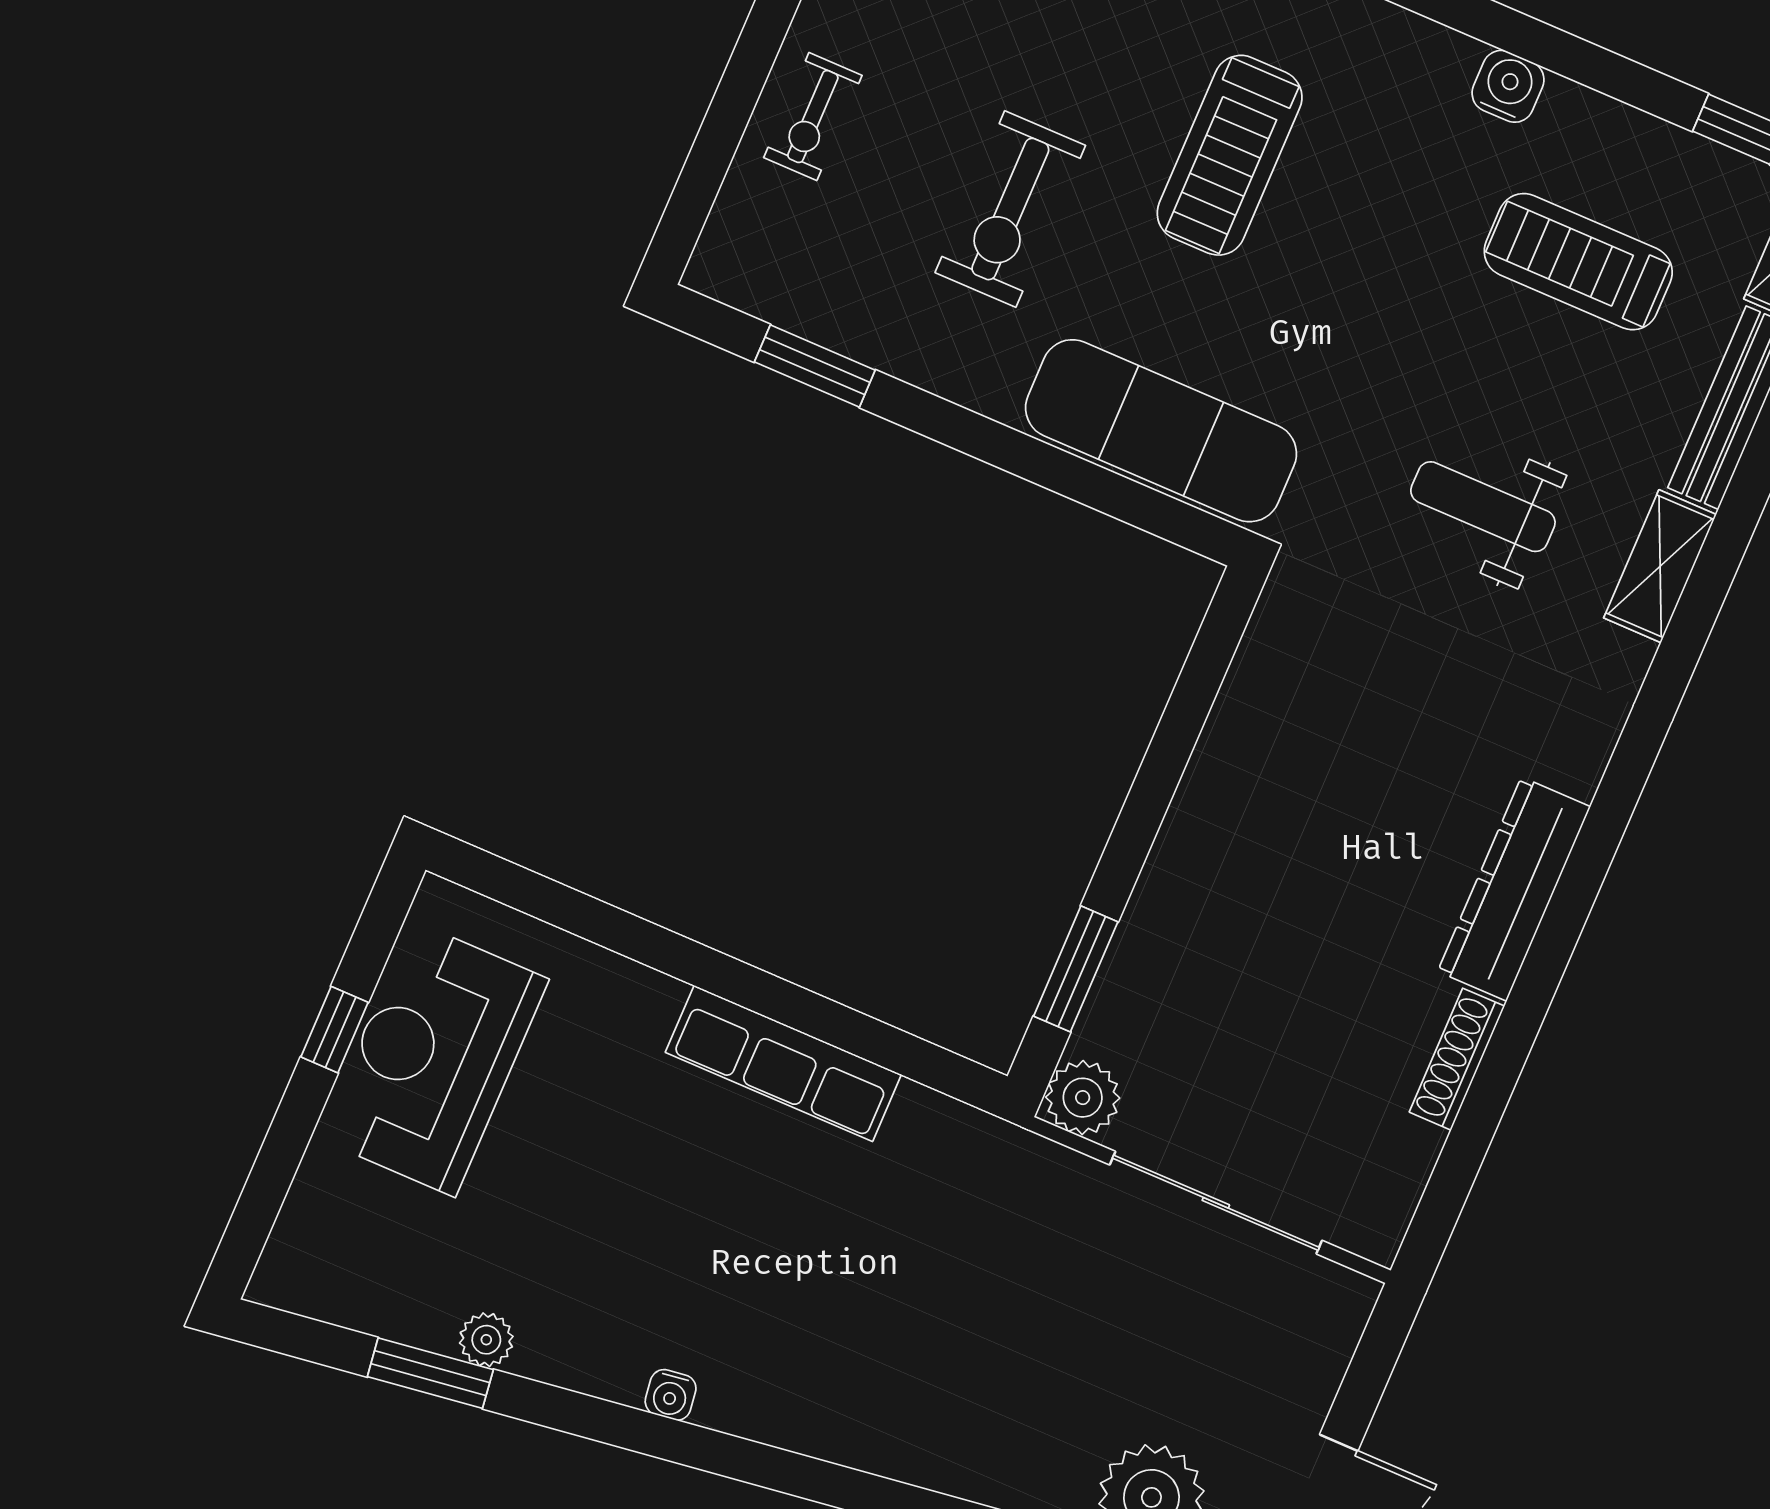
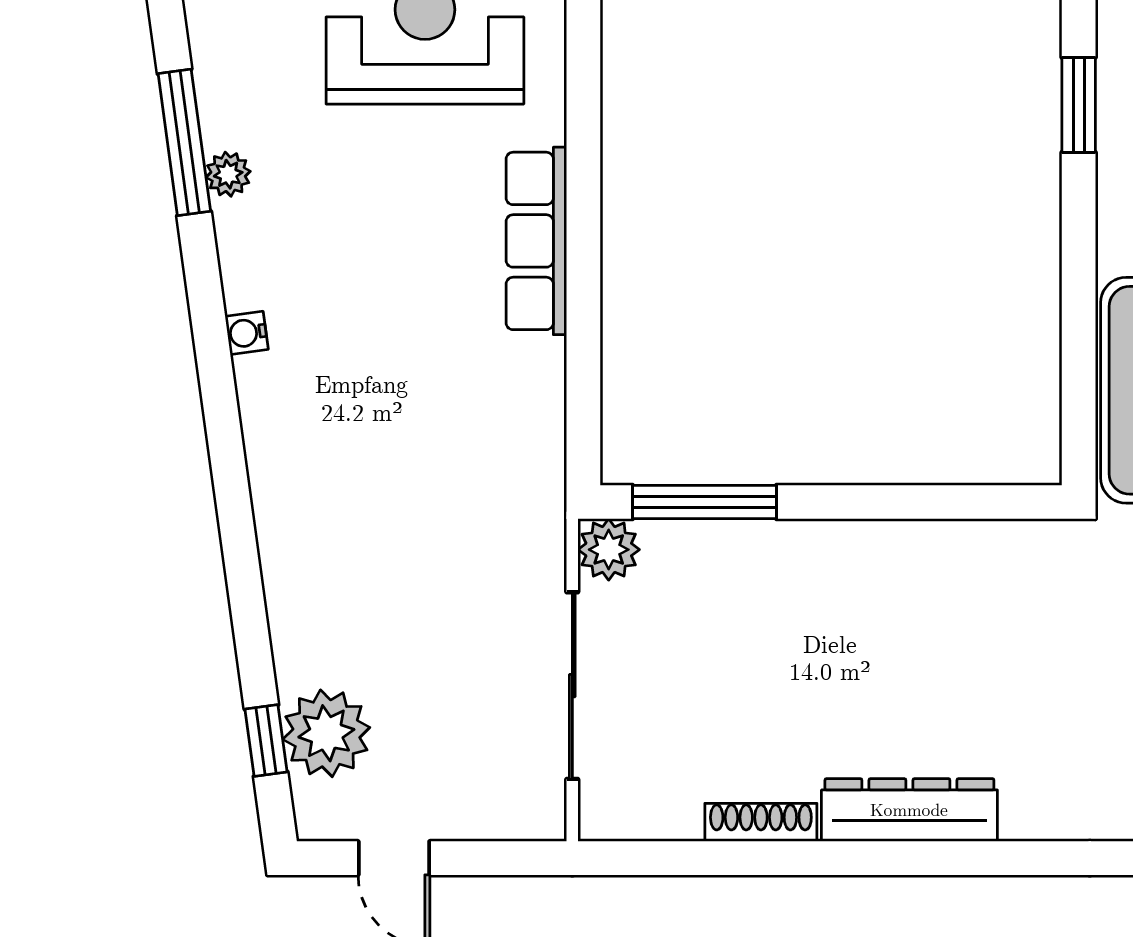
window: (1076, 969) -> (705, 502), width x1.44
row of seats: (783, 1063) -> (536, 241), moved
window: (430, 1373) -> (184, 142), width x1.44

